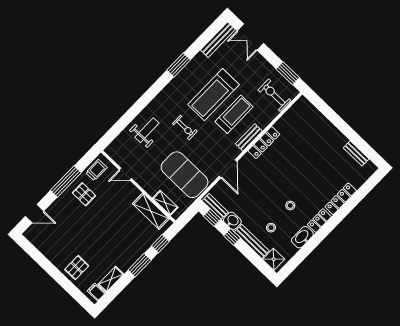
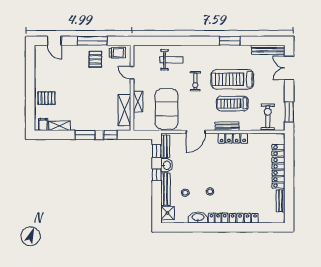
treadmill: (234, 114) -> (232, 103), turned 180
locker: (325, 127) -> (278, 166), added
shelving: (165, 203) -> (138, 102), moved

